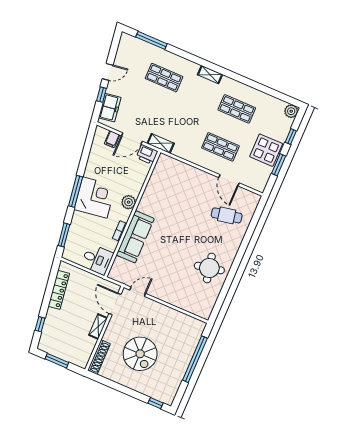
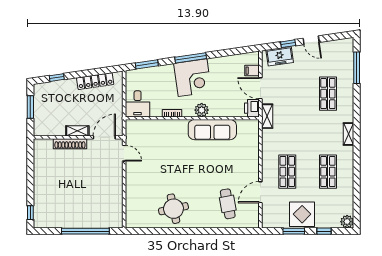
sofa: (135, 237) -> (212, 130), moved
spiral stairs: (140, 354) -> (69, 179), removed
shoe rack: (99, 357) -> (70, 144), moved

